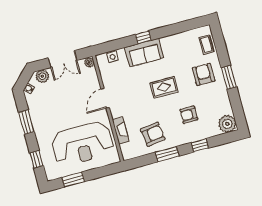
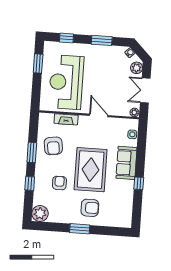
window: (143, 37) -> (139, 183), moved
coffee table: (206, 45) -> (115, 219), removed
rug: (164, 87) -> (91, 170), width x1.86, depth x2.06

